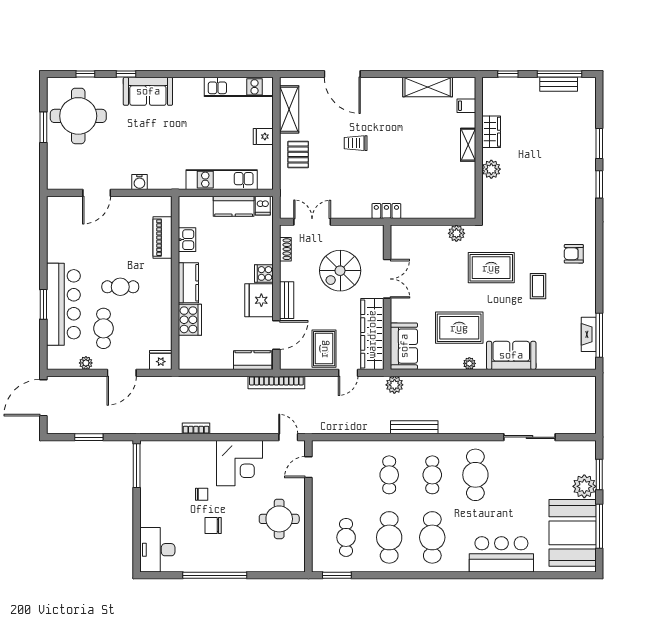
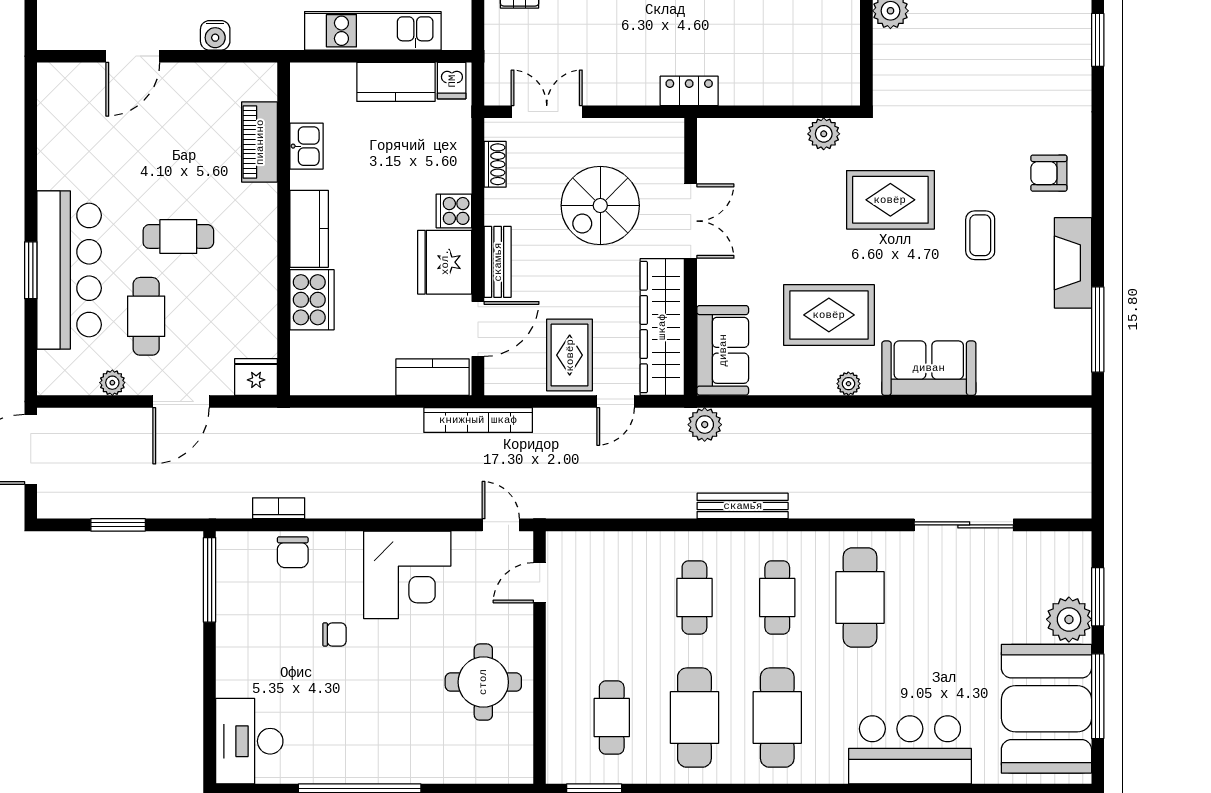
fireplace: (589, 334) -> (1073, 263), moved, width x1.37, depth x1.32
bookcase: (196, 428) -> (279, 508), moved
chair: (213, 525) -> (293, 552), moved, turned -90

